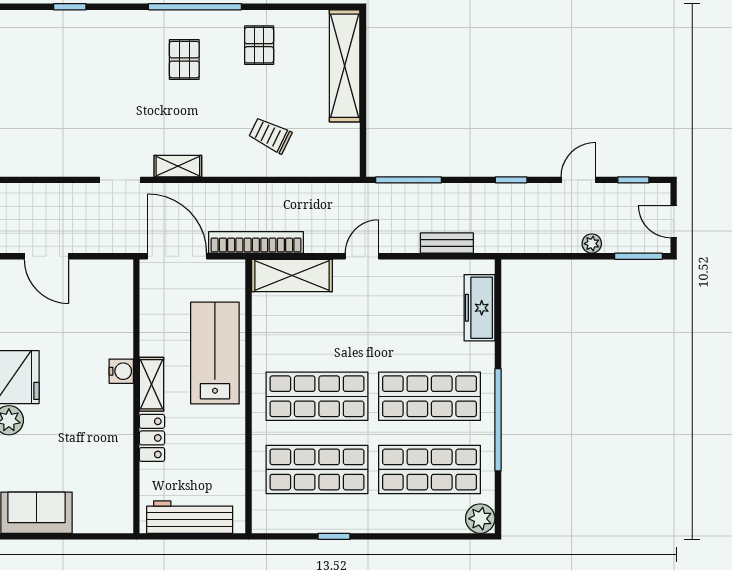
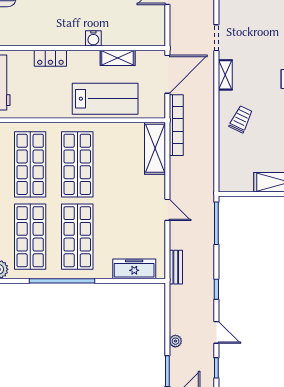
trolley: (270, 135) -> (241, 119), moved
bench: (447, 243) -> (176, 267), moved
door: (362, 256) -> (167, 210), moved
shelving: (152, 384) -> (118, 58), moved

